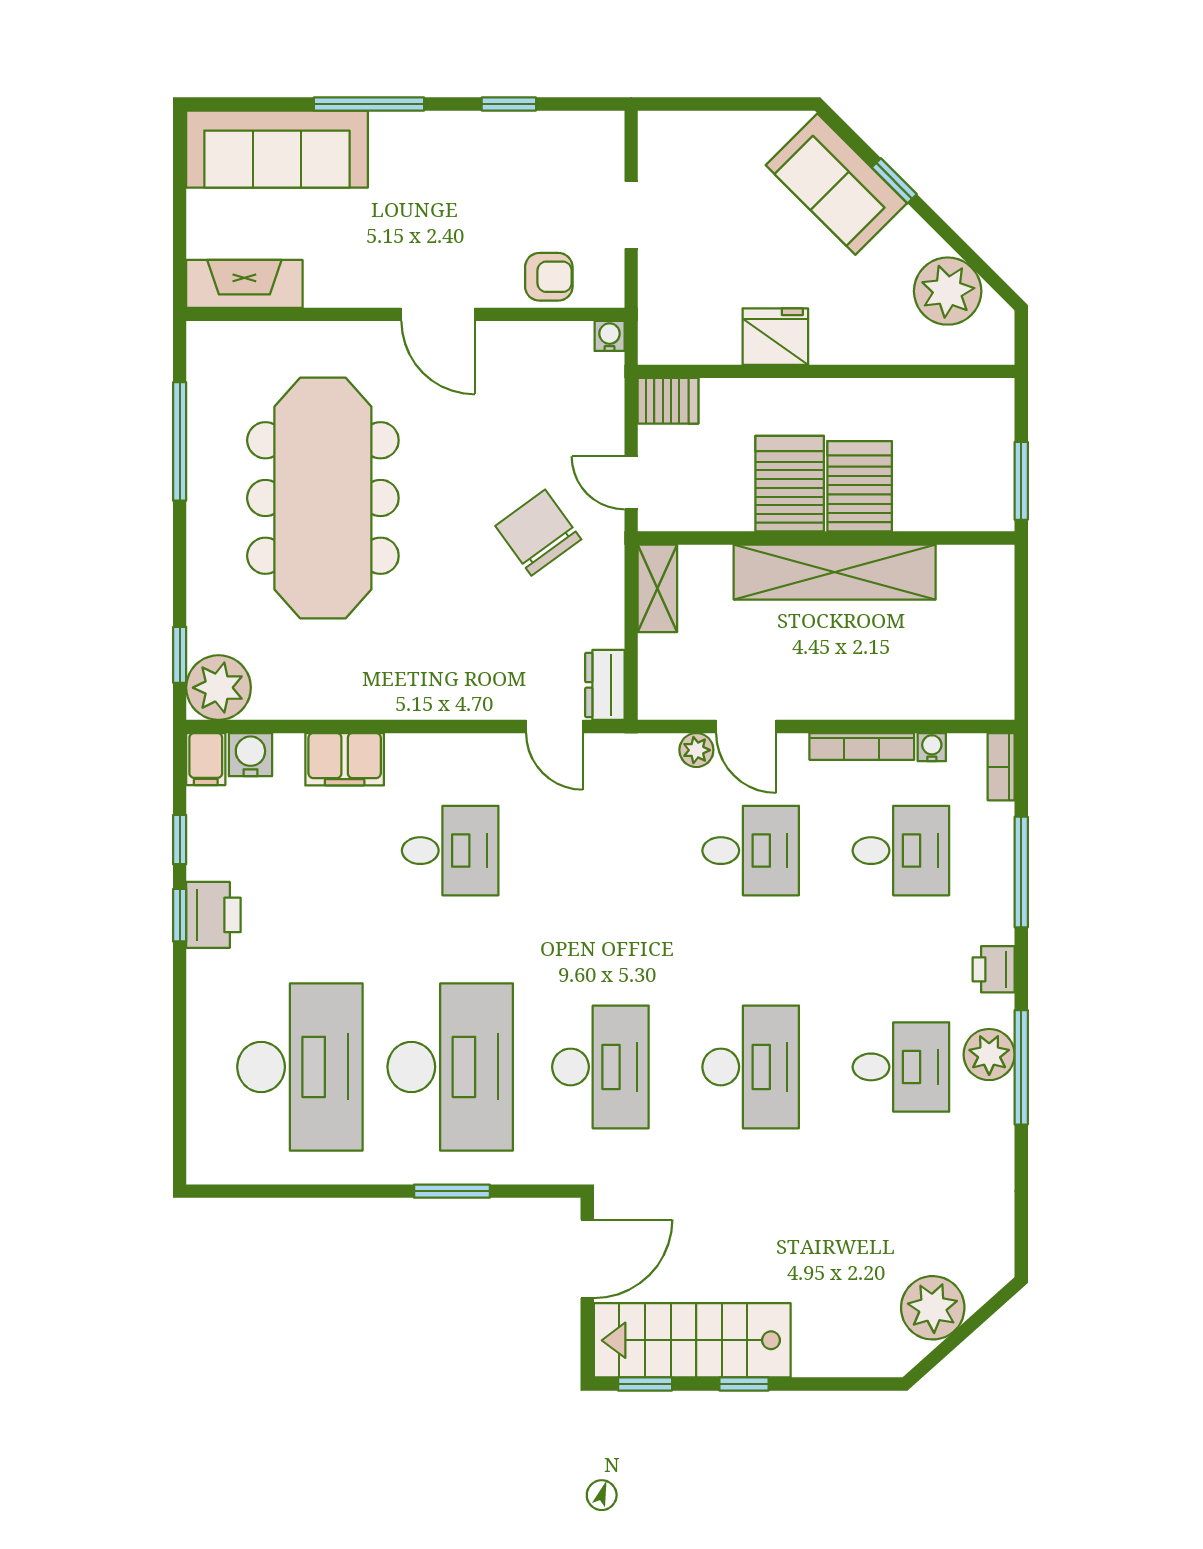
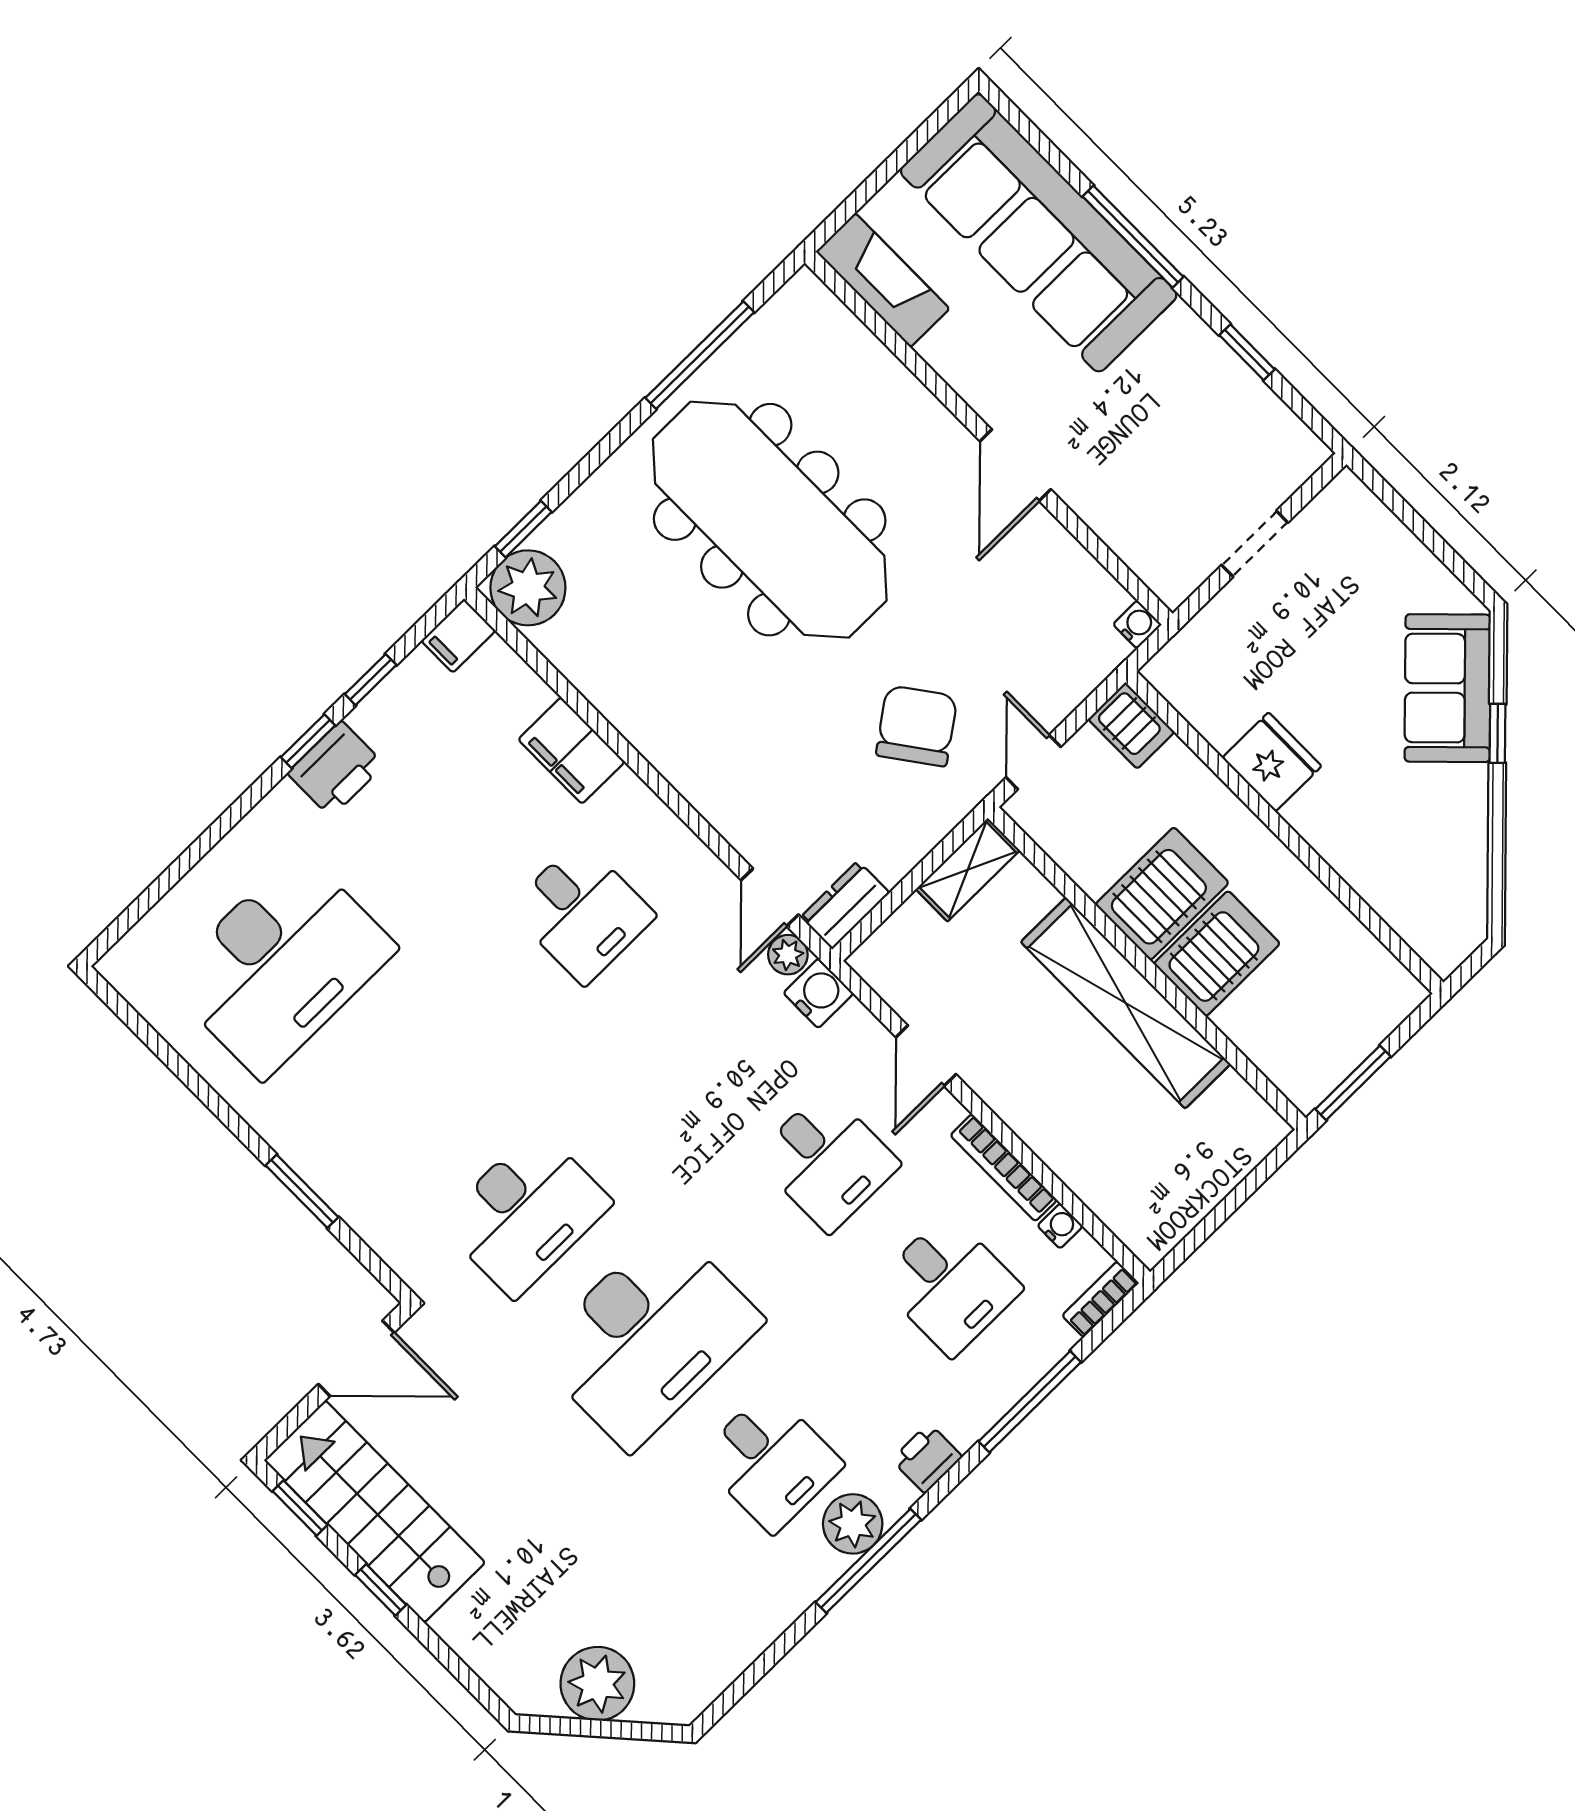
sofa: (277, 149) -> (1039, 233), width x1.36, depth x1.27
armchair: (549, 277) -> (1137, 526), removed
plant: (948, 291) -> (1450, 867), removed
meeting table: (323, 498) -> (770, 520), turned 90
plant: (696, 750) -> (788, 955), moved
water cooler: (250, 755) -> (818, 993), moved
desk: (450, 1067) -> (403, 1089), removed
desk: (751, 1067) -> (648, 1337), width x1.36, depth x1.30

